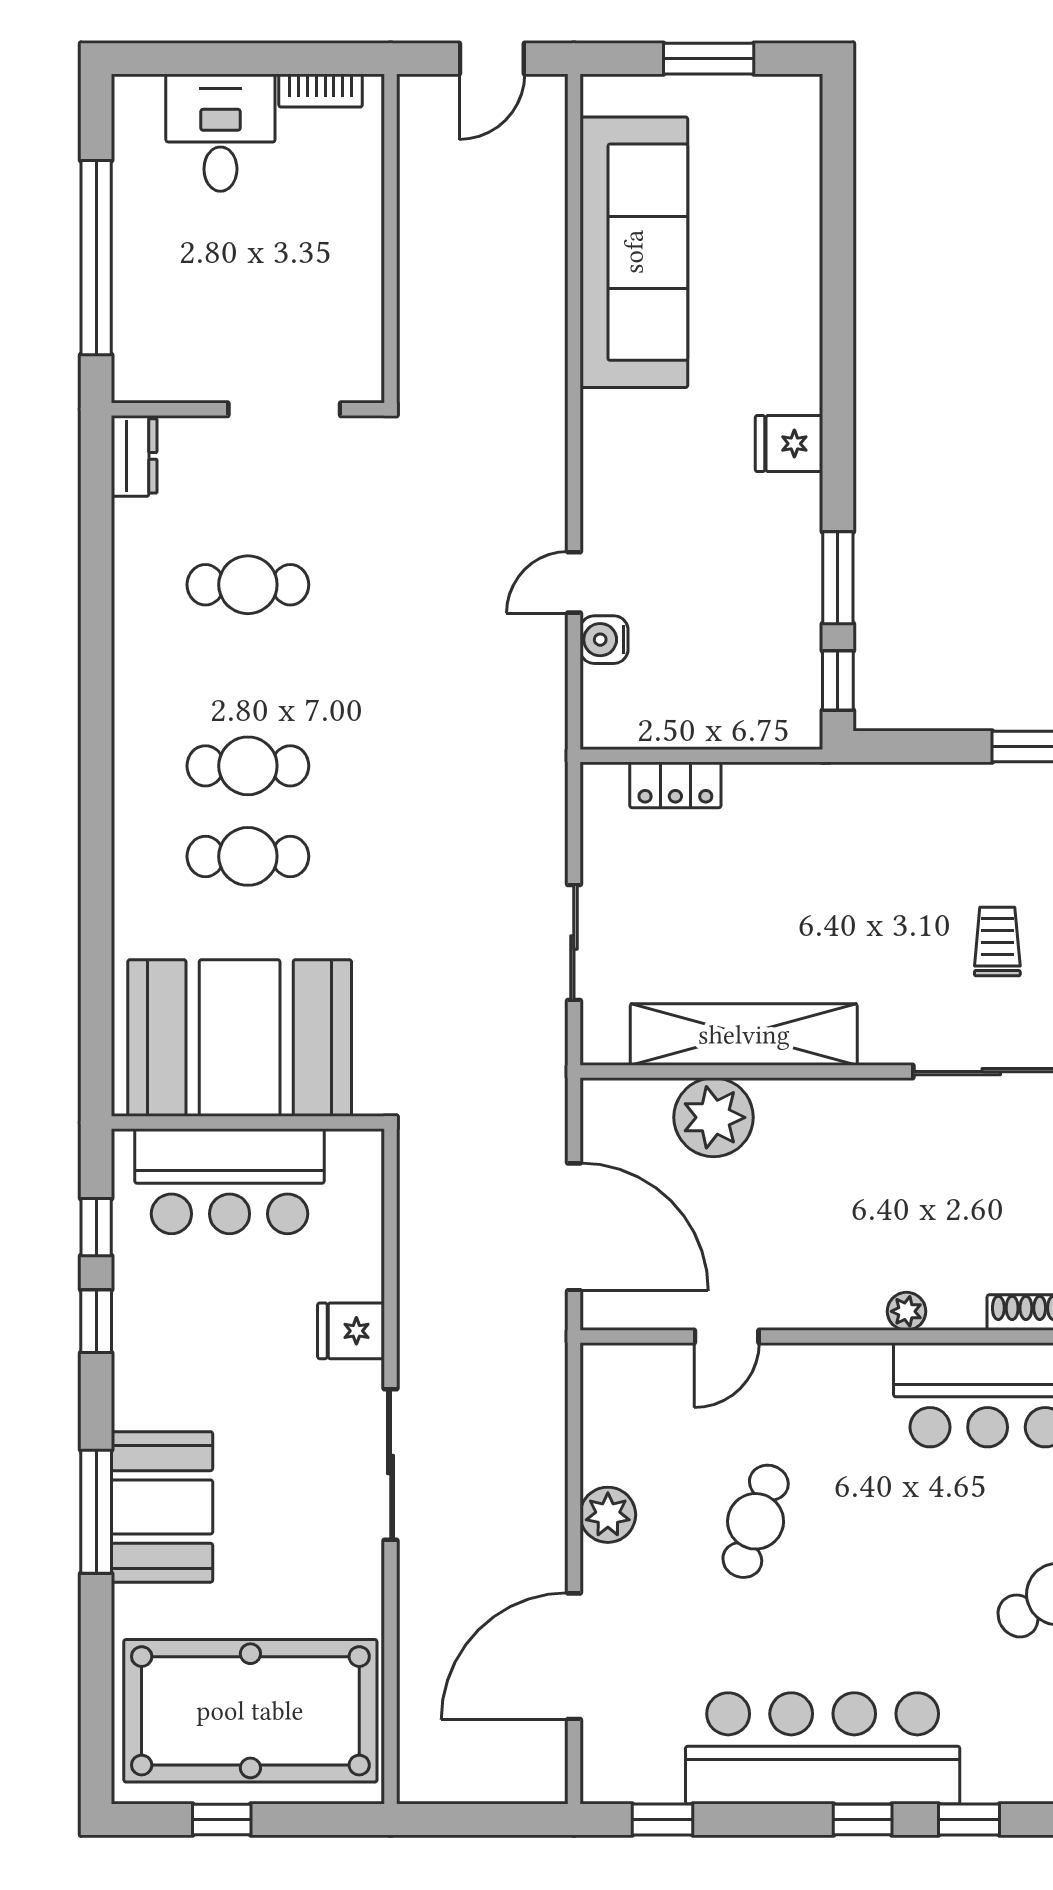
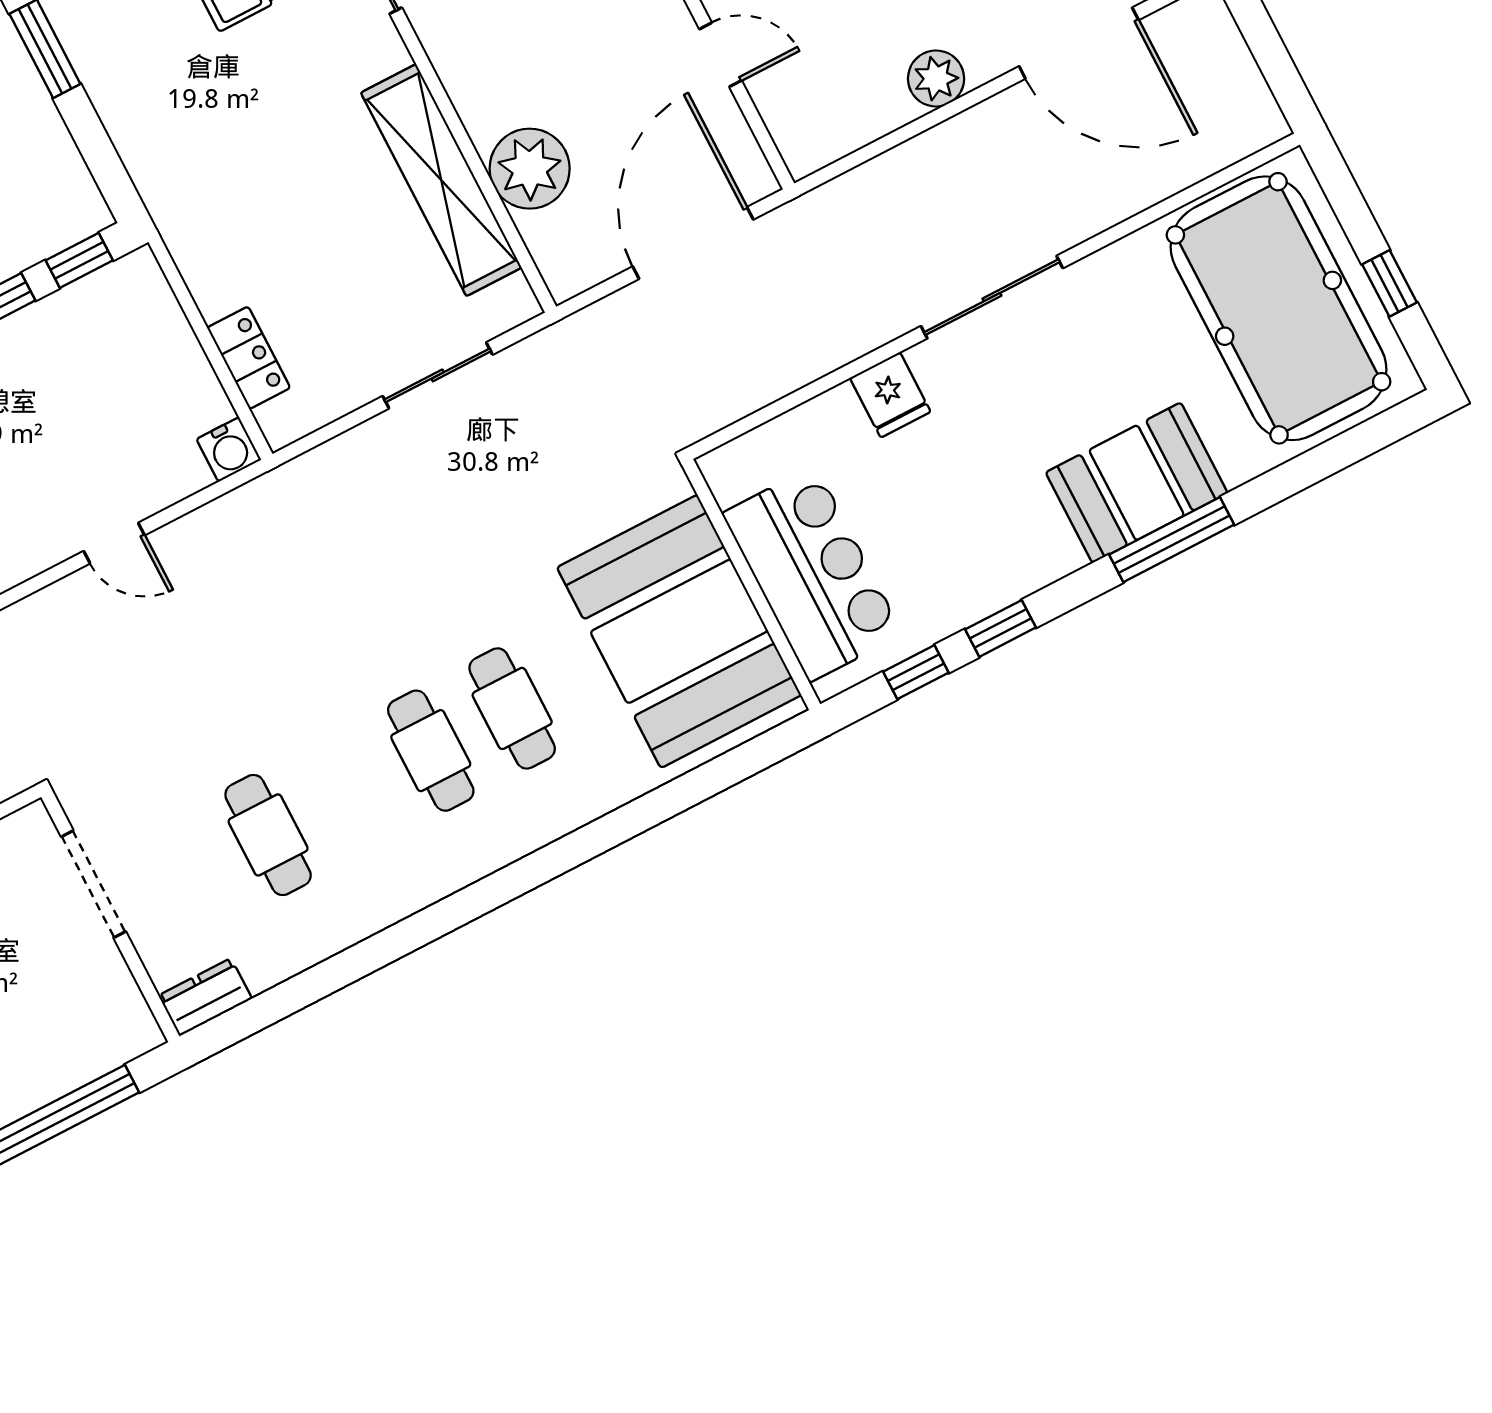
water cooler: (604, 640) -> (229, 449), moved

